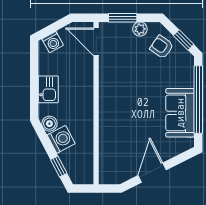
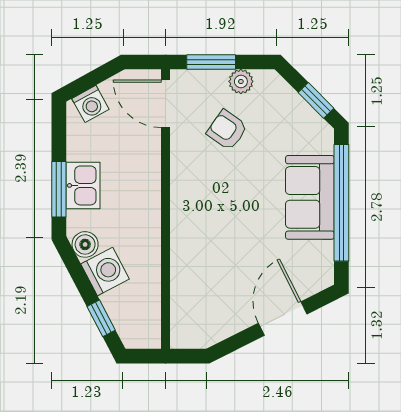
armchair: (162, 47) -> (227, 130), moved
window: (34, 92) -> (59, 189), added
sofa: (180, 113) -> (310, 197), moved
door: (152, 173) -> (283, 319), moved

